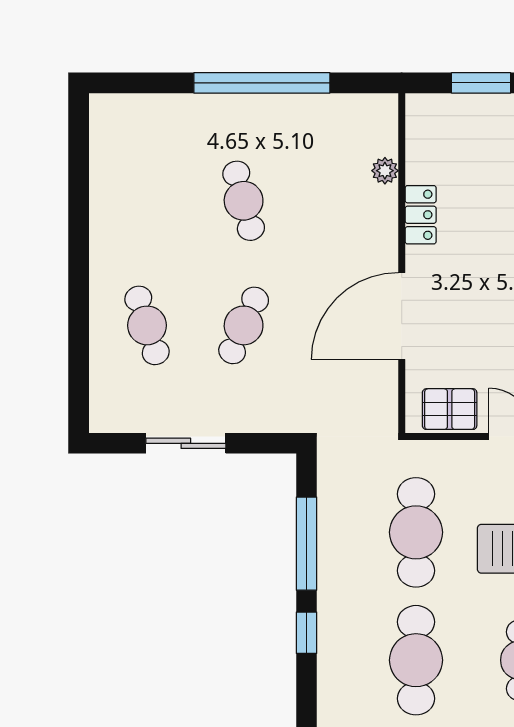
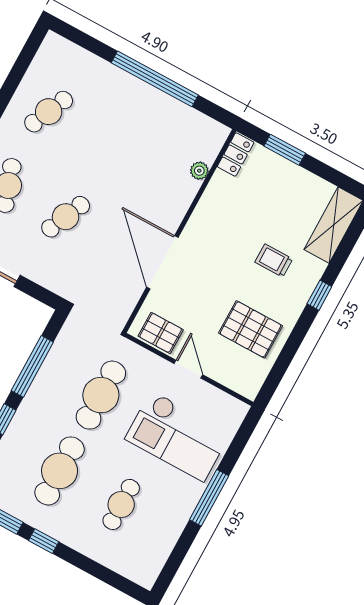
cafe table: (244, 201) -> (49, 112), moved, turned 39
locker: (421, 215) -> (236, 154), moved
door: (402, 316) -> (162, 262), hinge flipped

